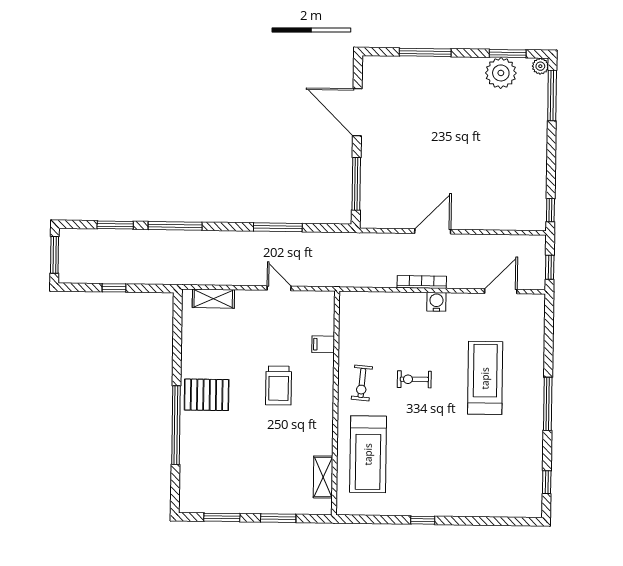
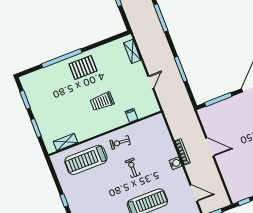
pallet: (207, 395) -> (83, 67), turned 90

